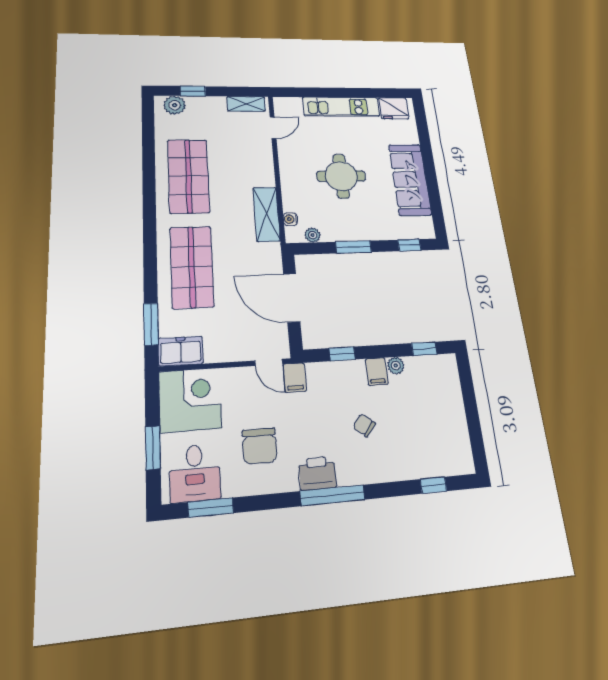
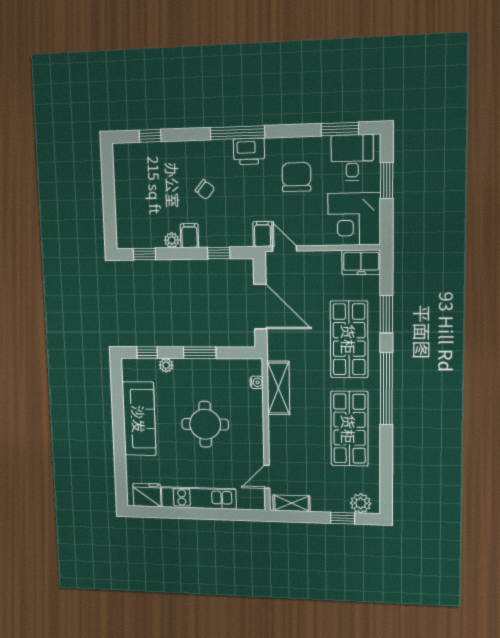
window: (149, 217) -> (386, 389), added
plant: (313, 235) -> (166, 365), moved
window: (151, 324) -> (386, 314), moved

